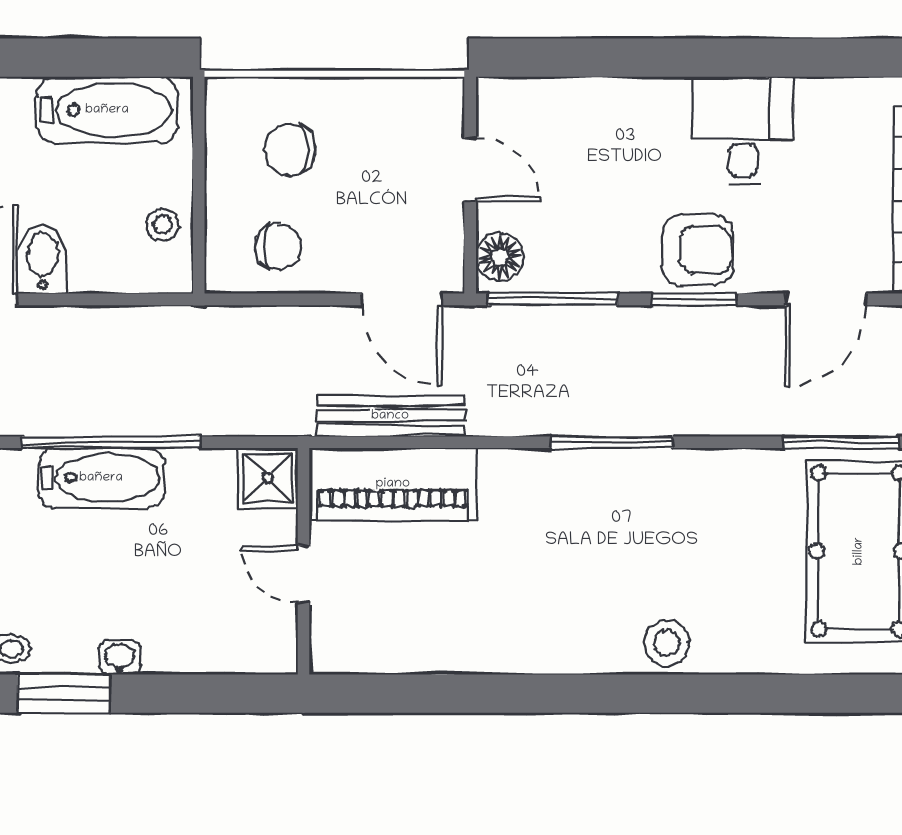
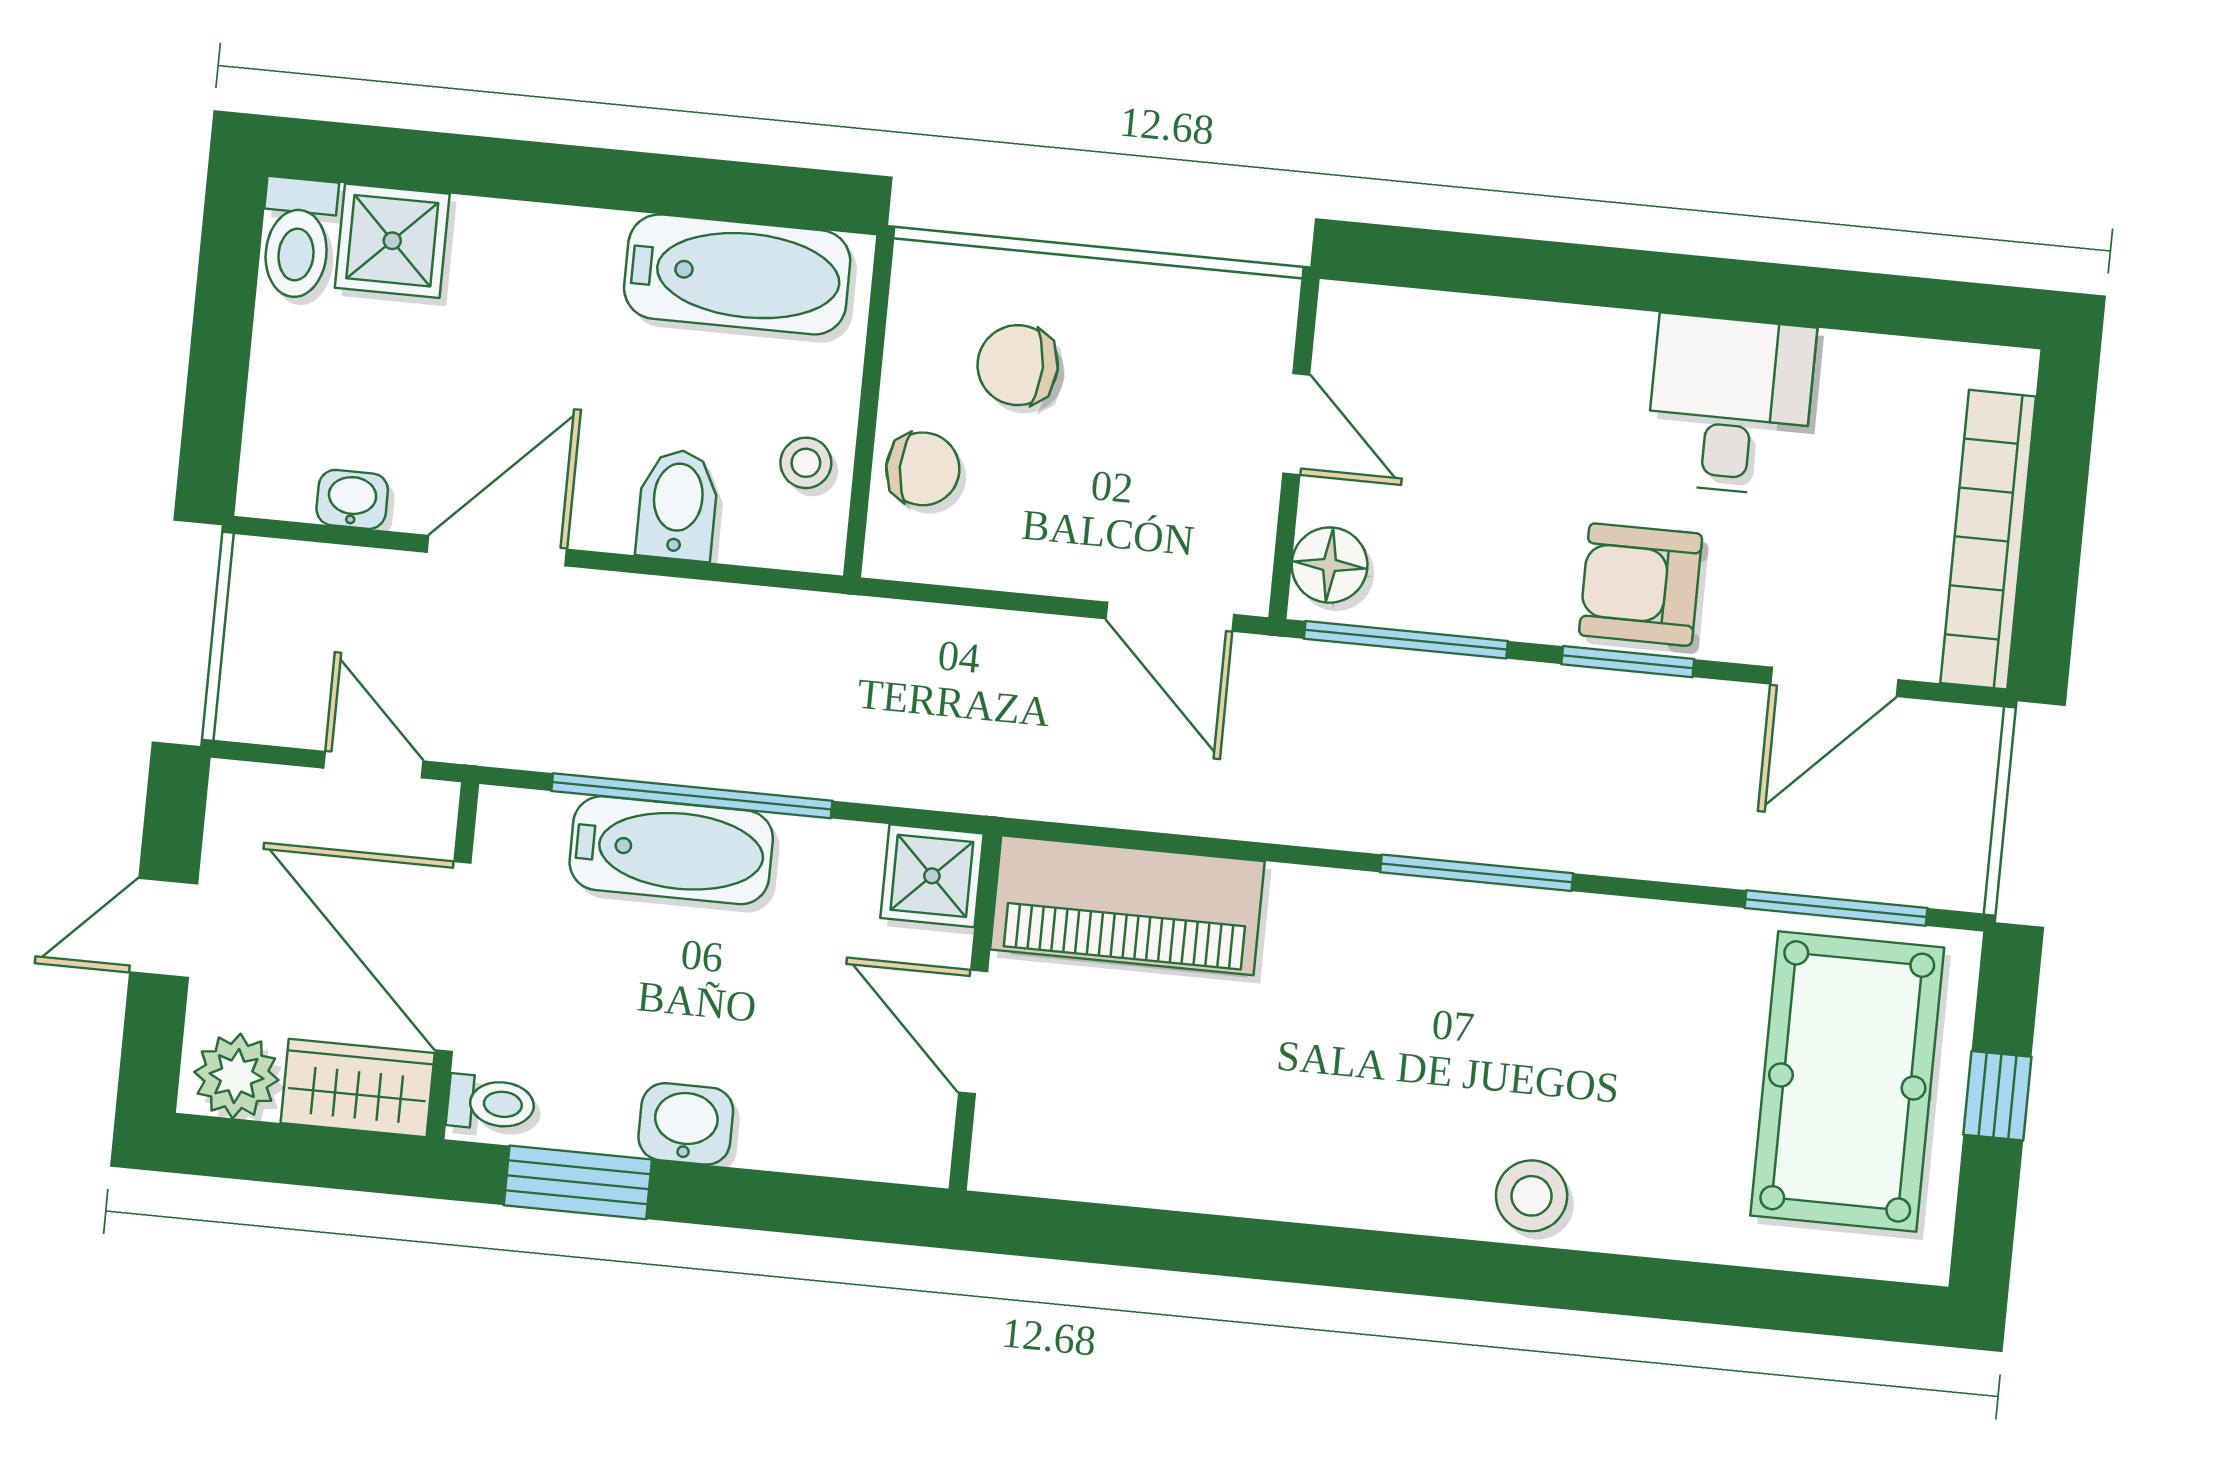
chair: (278, 246) -> (923, 469), moved
armchair: (698, 250) -> (1641, 585), turned 180
bidet: (43, 259) -> (677, 505), moved
bench: (390, 416) -> (1134, 797), removed
door: (303, 574) -> (973, 1032), width x1.37
washbasin: (120, 658) -> (686, 1124), width x1.38, depth x1.45

